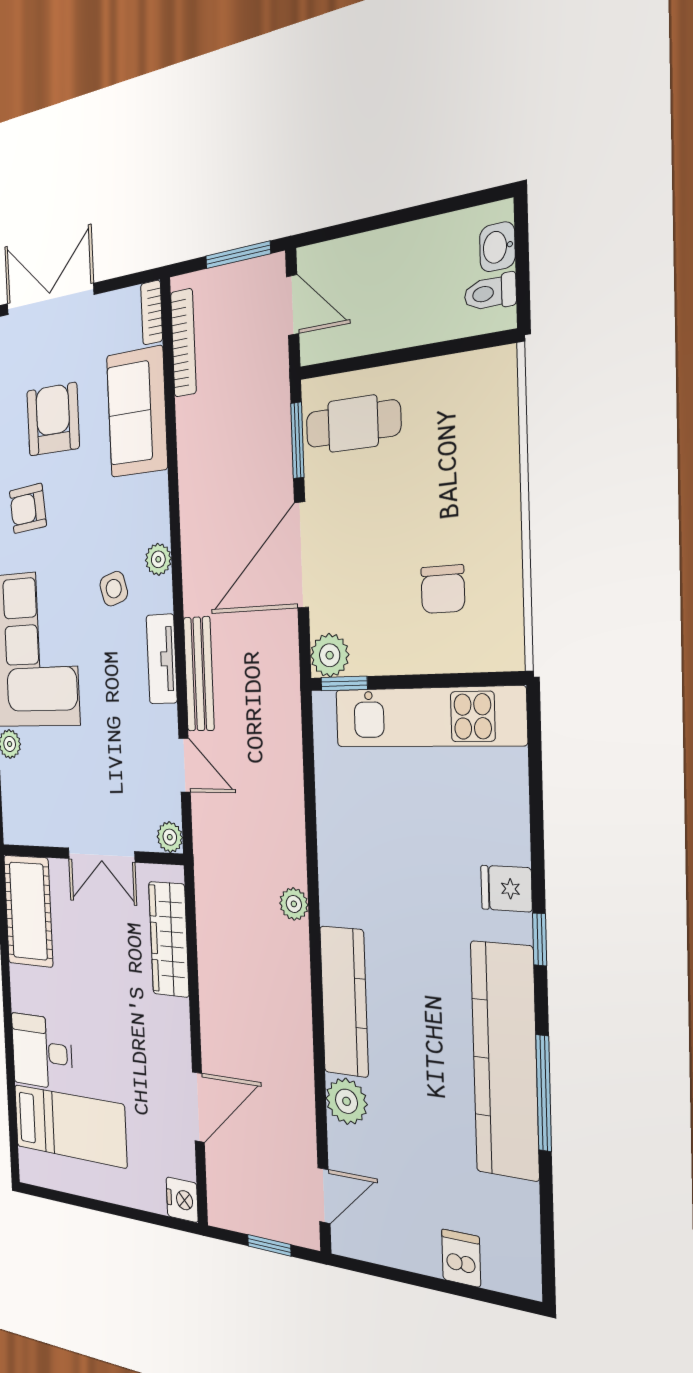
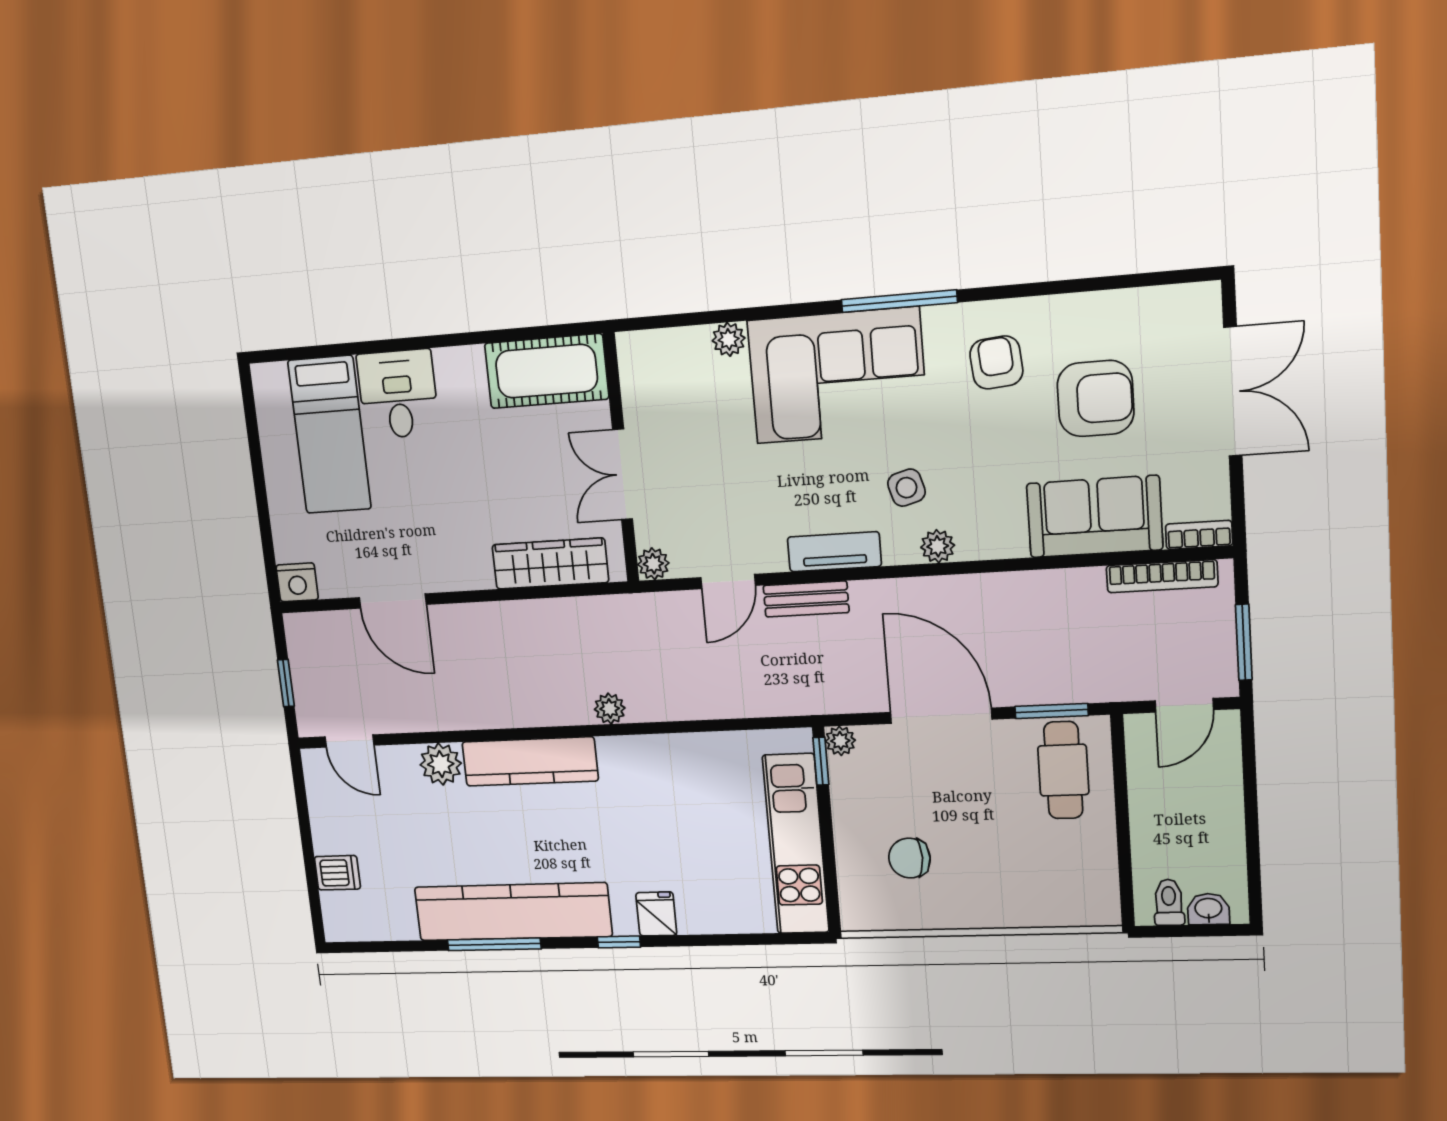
plant: (330, 655) -> (840, 741), width x0.73, depth x0.73
bench: (199, 674) -> (806, 599), width x0.73

